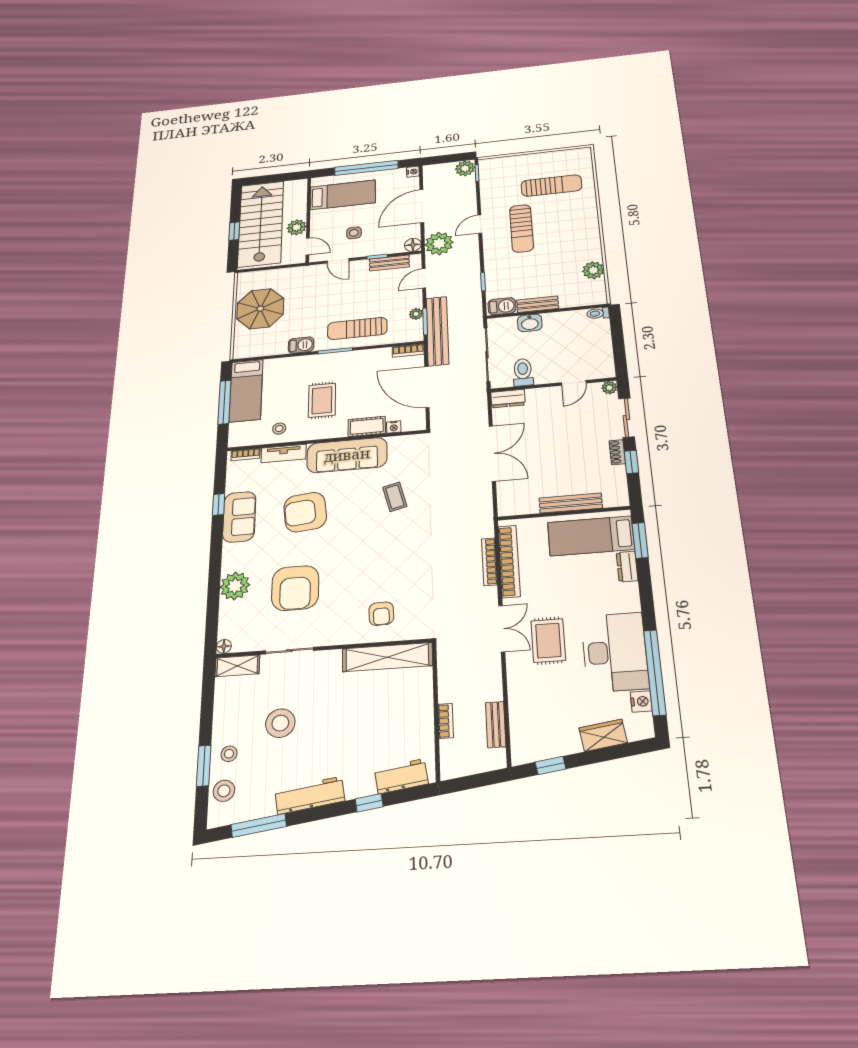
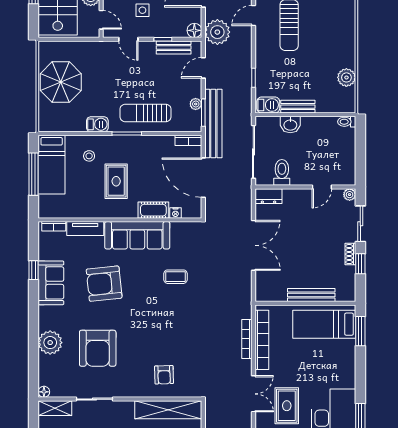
stool: (279, 429) -> (89, 156), moved
coffee table: (395, 497) -> (176, 277), turned -76
dresser: (627, 567) -> (349, 352), removed

